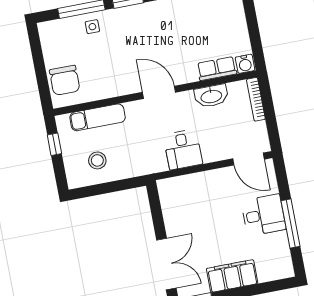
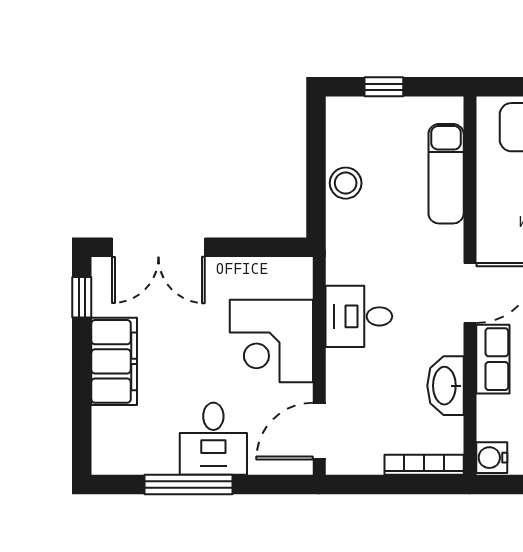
row of seats: (217, 69) -> (493, 359), moved
window: (54, 144) -> (384, 87), moved
stool: (97, 160) -> (346, 183), moved
corner desk: (205, 194) -> (271, 341), added

